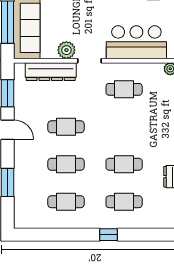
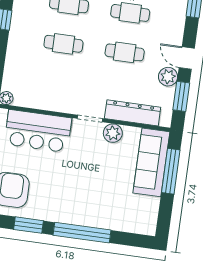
cafe table: (124, 89) -> (63, 44), moved
plant: (22, 110) -> (168, 77), added

